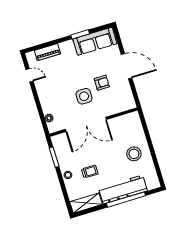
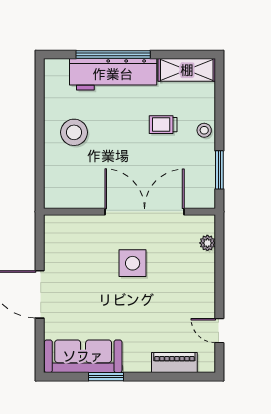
armchair: (102, 83) -> (93, 278), removed

